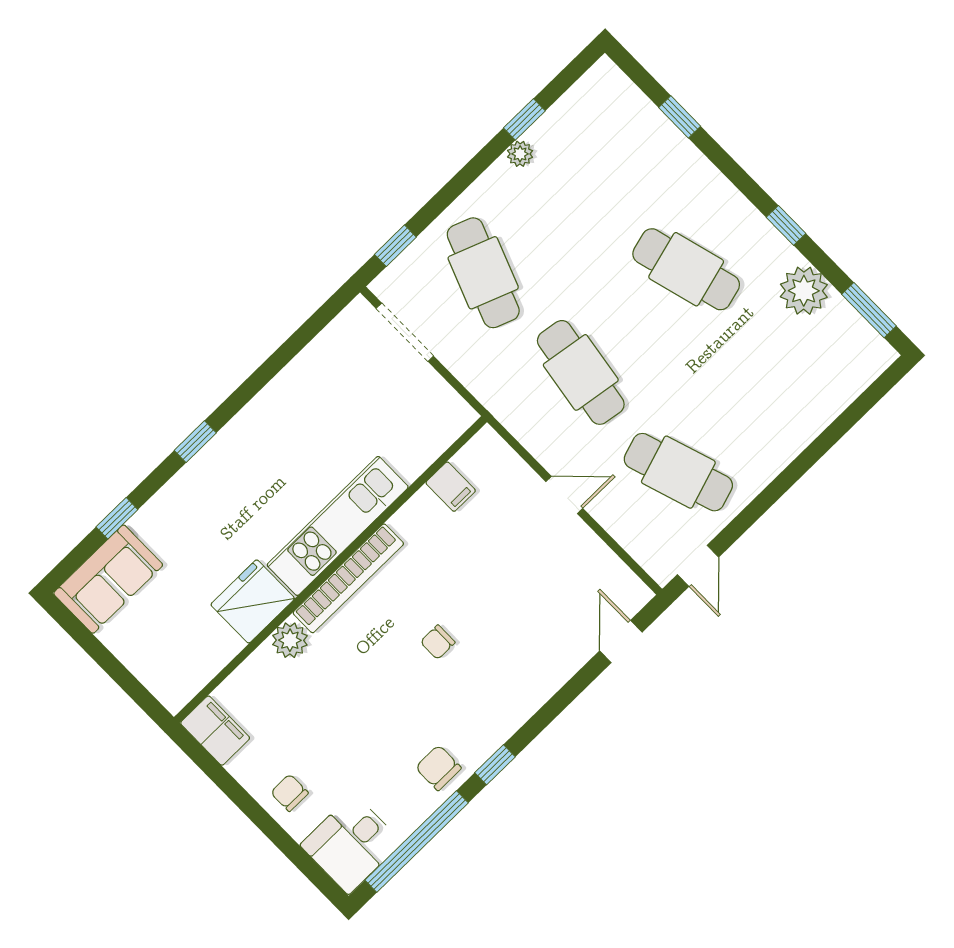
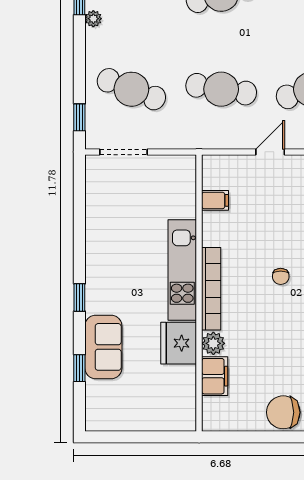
sofa: (108, 579) -> (103, 347), moved
filing cabinet: (215, 731) -> (215, 376), moved, turned 90
chair: (289, 793) -> (283, 412), width x1.87, depth x1.87

